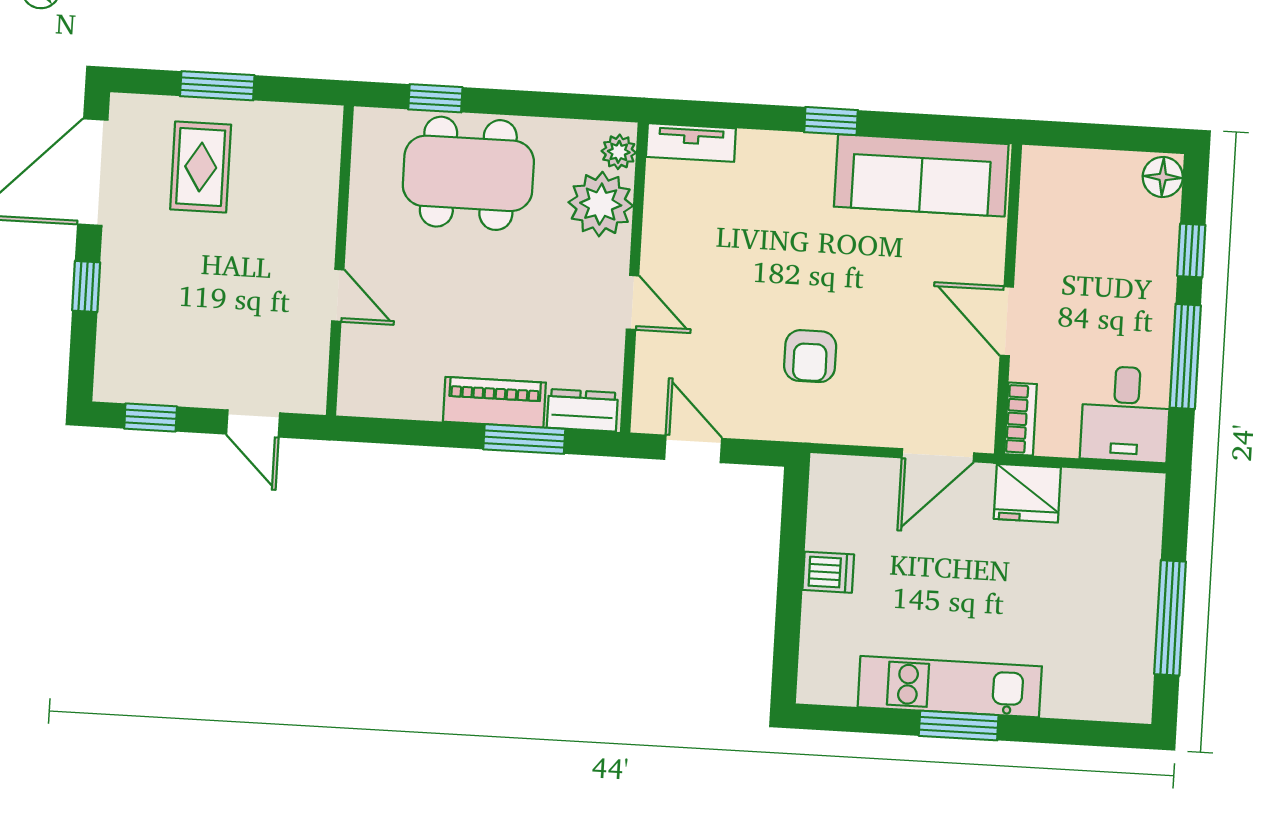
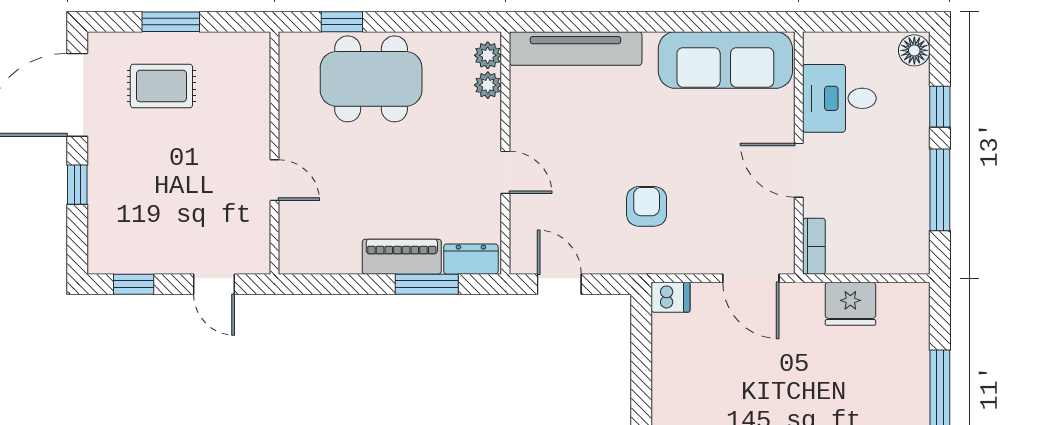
window: (831, 121) -> (652, 22), removed
tv unit: (691, 143) -> (576, 49), width x1.92, depth x1.29
rug: (201, 167) -> (161, 86), turned 90
plant: (601, 204) -> (488, 85), width x0.53, depth x0.53
armchair: (810, 356) -> (647, 206), turned 180
desk: (1126, 414) -> (839, 98), moved, turned 90
door: (938, 455) -> (751, 278), hinge flipped
fridge: (1027, 493) -> (850, 304), moved
dishwasher: (828, 572) -> (670, 297), moved

